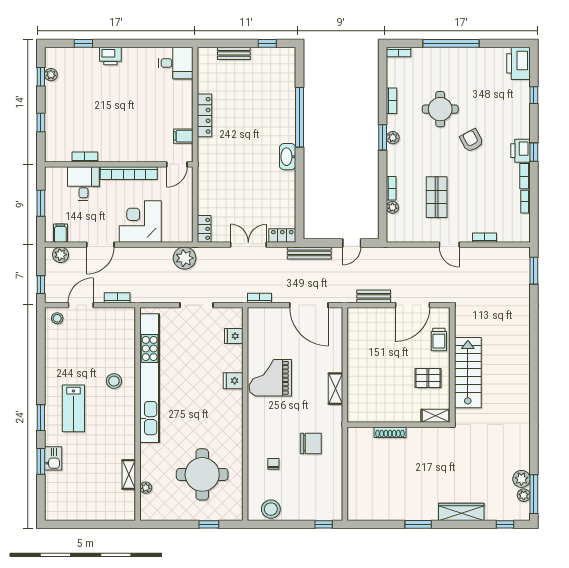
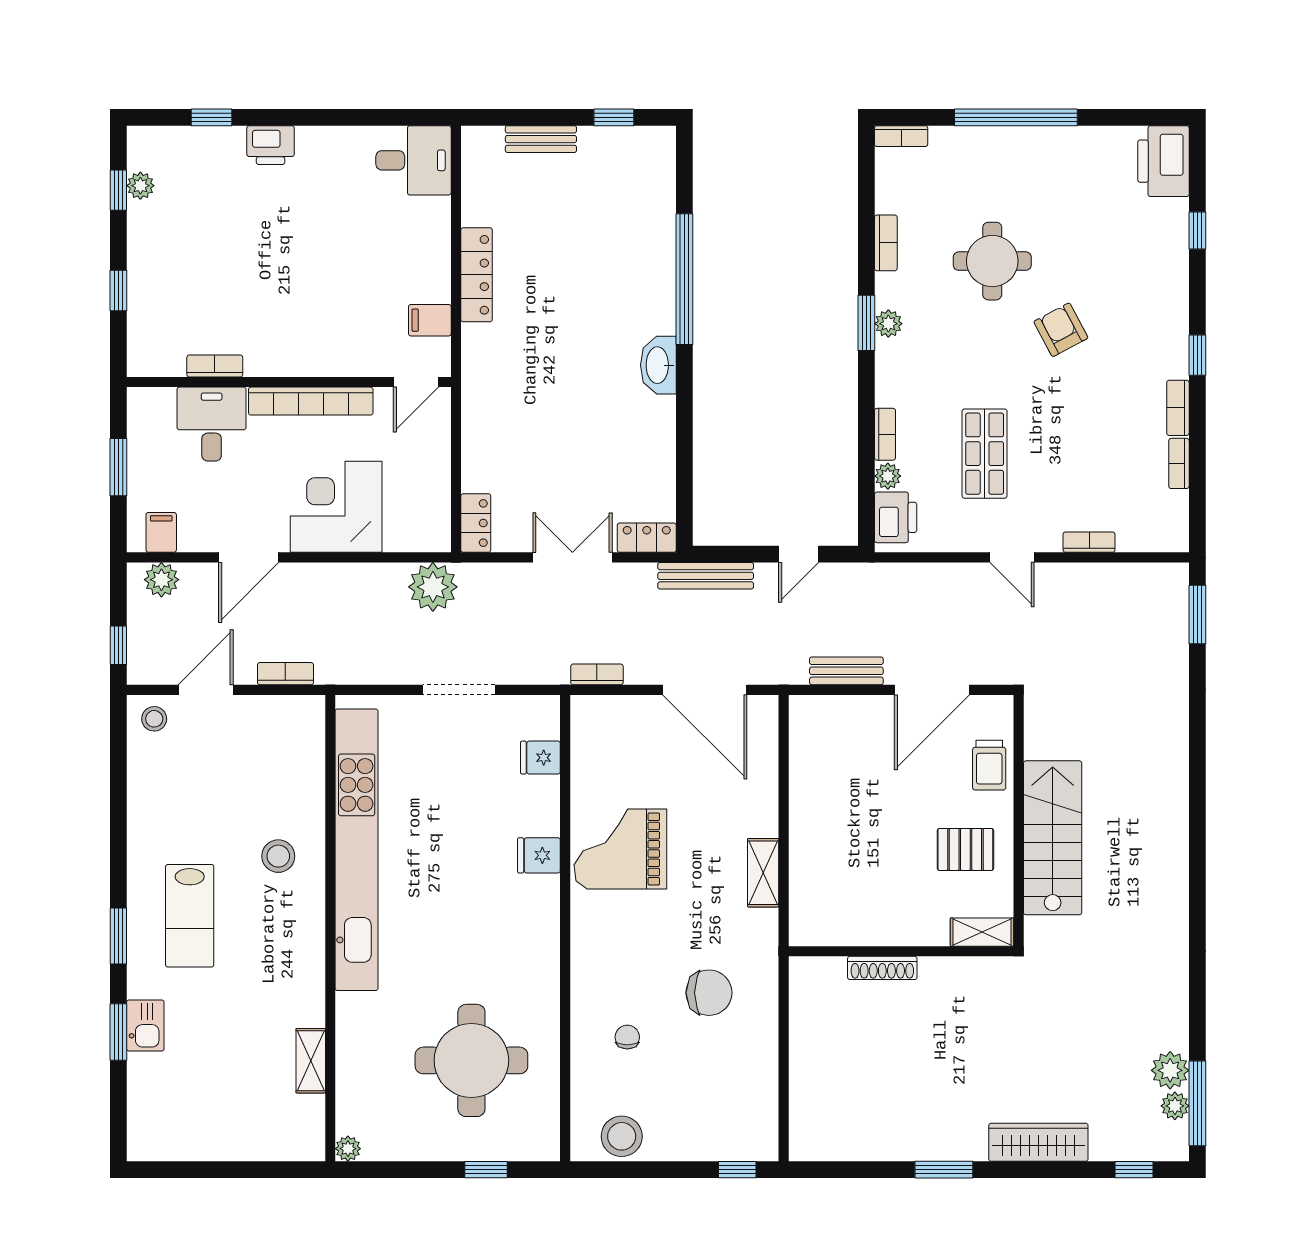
printer: (521, 151) -> (896, 517), moved, turned 180
plant: (146, 488) -> (348, 1149), moved

